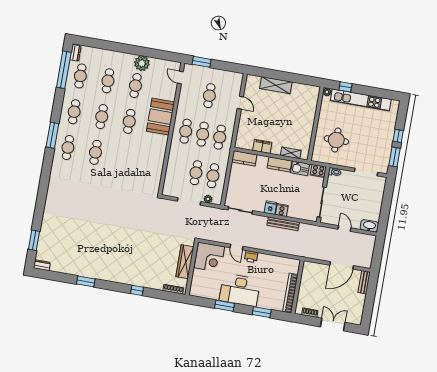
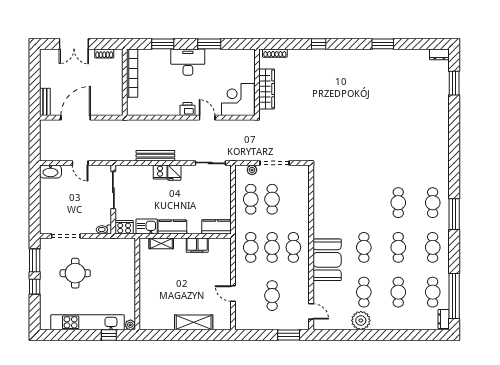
round table: (336, 140) -> (75, 273), moved
desk: (240, 290) -> (188, 62), width x0.73, depth x0.77

